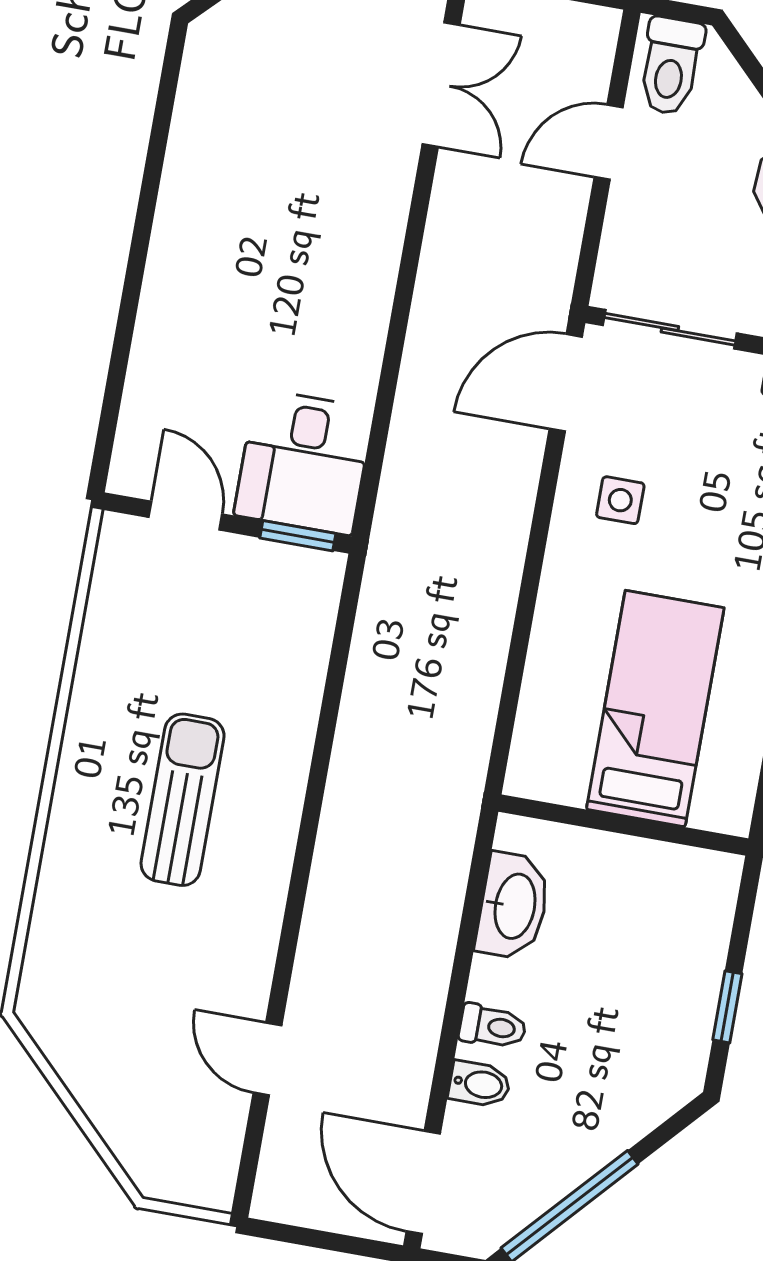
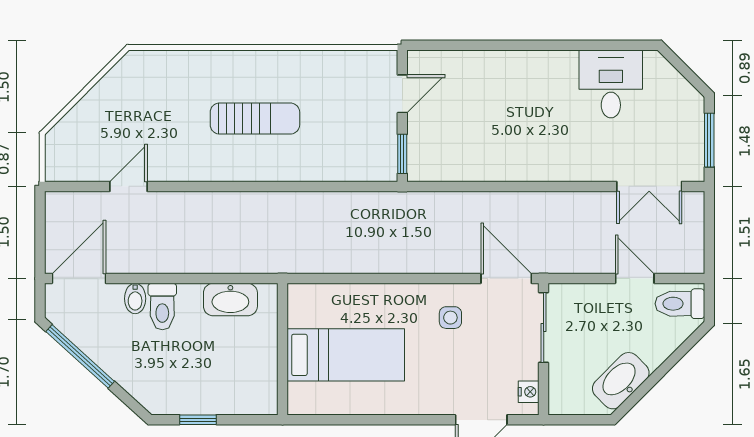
desk: (304, 462) -> (611, 84), moved, turned 90
toilet: (493, 1026) -> (162, 307), width x1.37, depth x1.39

